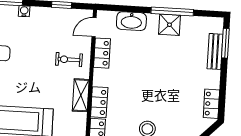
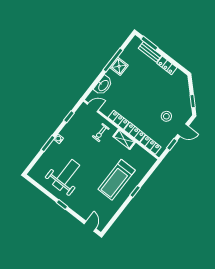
door: (94, 27) -> (93, 107), swing flipped
locker: (102, 53) -> (119, 120), moved
locker: (211, 104) -> (167, 65), moved

